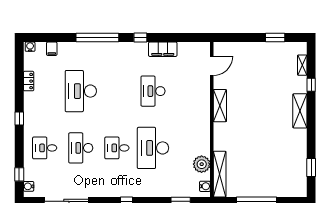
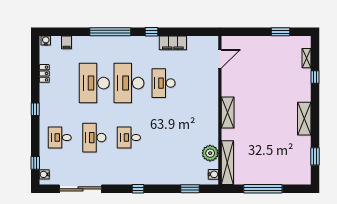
shelving: (220, 106) -> (228, 113), moved
shelving: (300, 111) -> (304, 119), moved
desk: (153, 148) -> (129, 83), moved

